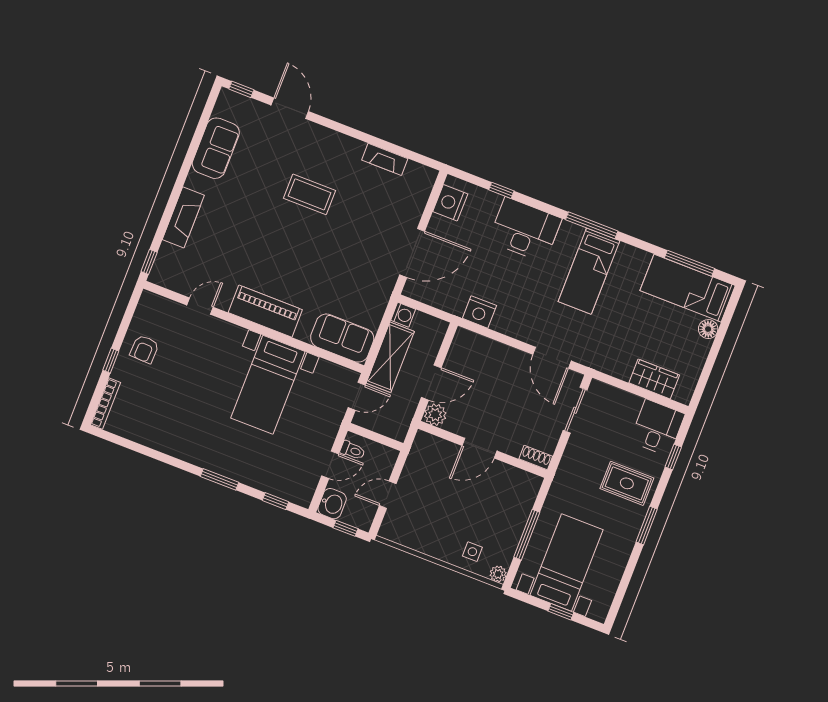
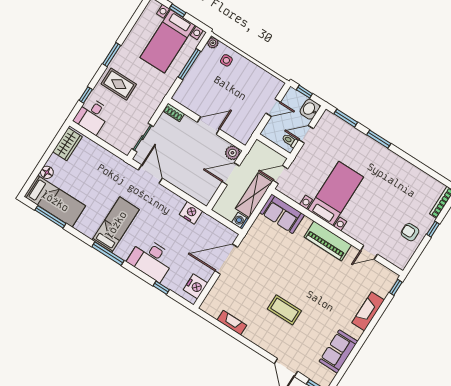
armchair: (144, 349) -> (410, 232), turned -92
wardrobe: (654, 379) -> (67, 144), moved, turned -90
window: (276, 501) -> (346, 118), width x1.50

